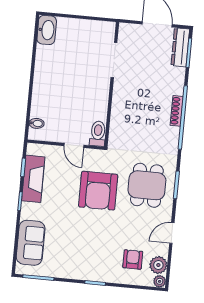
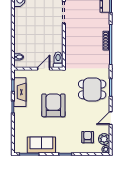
door: (74, 145) -> (44, 69), swing flipped
dining table: (147, 185) -> (92, 89), turned 90
armchair: (98, 191) -> (53, 105), moved, turned 180
sofa: (31, 243) -> (41, 145), moved, turned -90

